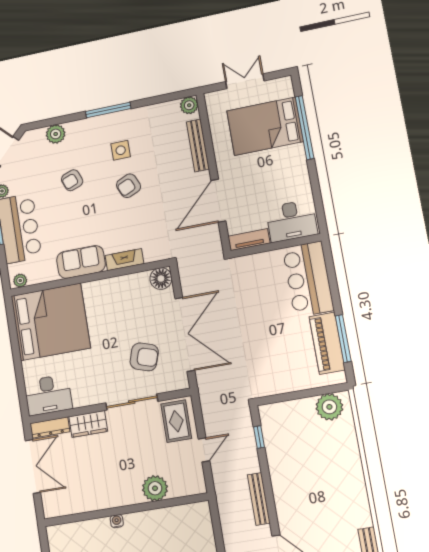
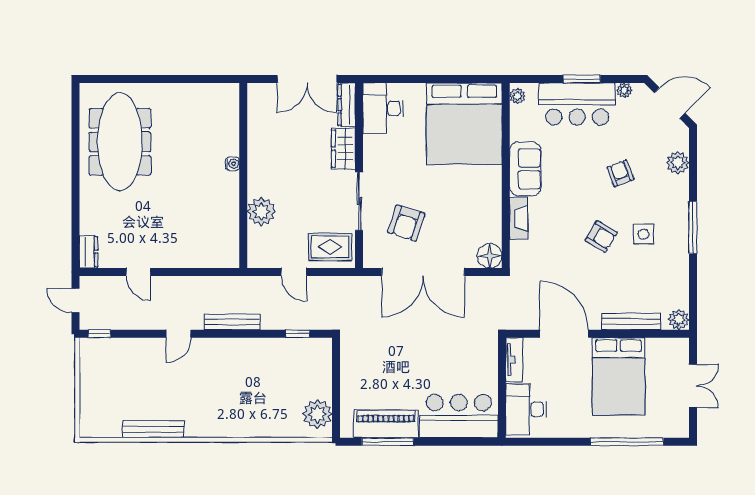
bed: (265, 126) -> (619, 376), moved, turned 180
armchair: (129, 186) -> (601, 237), turned 145

